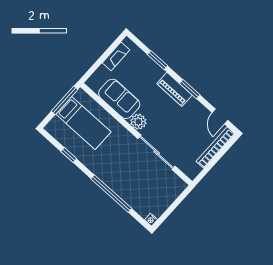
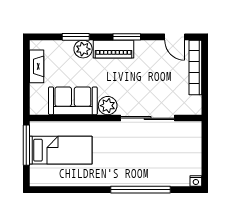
plant: (155, 72) -> (83, 49), added
window: (69, 155) -> (73, 190), removed

